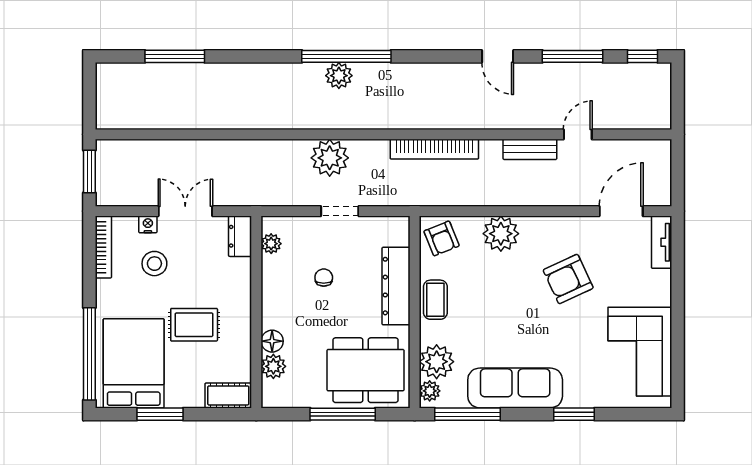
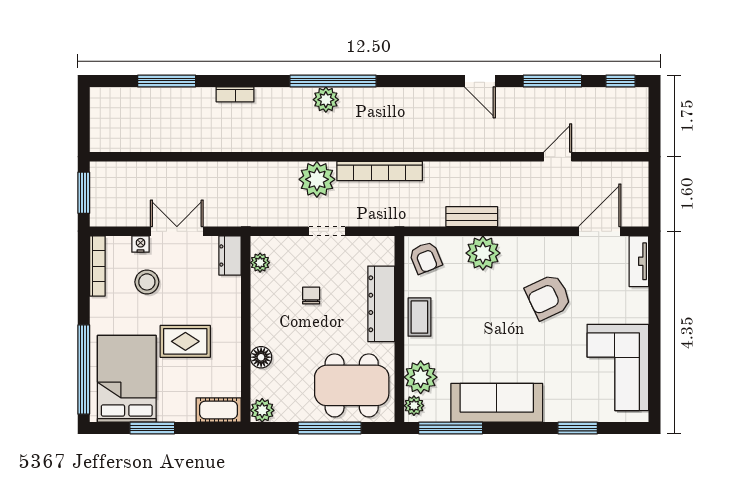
bookcase: (245, 70) -> (235, 94), added
bookcase: (434, 149) -> (380, 171), moved
bench: (530, 149) -> (472, 217), moved
plant: (273, 366) -> (262, 410), moved
window: (574, 414) -> (578, 428), moved

